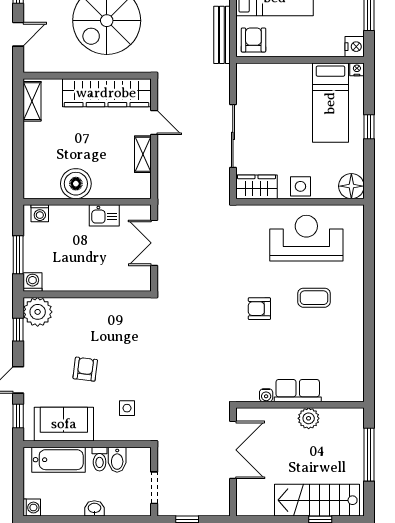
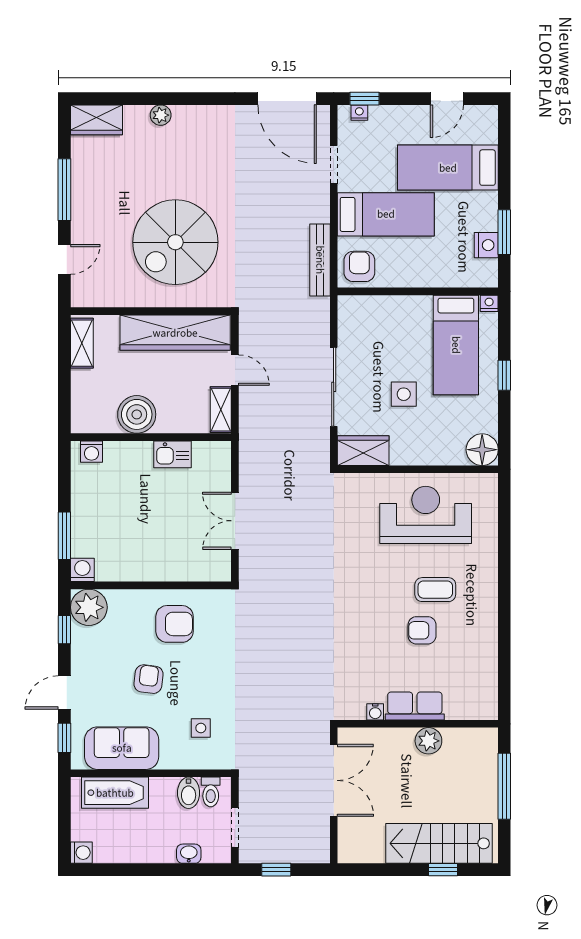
nightstand: (355, 47) -> (486, 245), moved
boiler: (76, 184) -> (137, 414), moved
side table: (300, 186) -> (404, 394), moved
wall: (87, 202) -> (151, 437), moved
washing machine: (40, 213) -> (92, 452), moved
kitchen sink: (104, 215) -> (172, 454), moved
armchair: (259, 309) -> (422, 630), moved
armchair: (106, 325) -> (175, 624), added
toilet: (100, 459) -> (211, 792), moved
washbasin: (94, 508) -> (189, 854), moved

